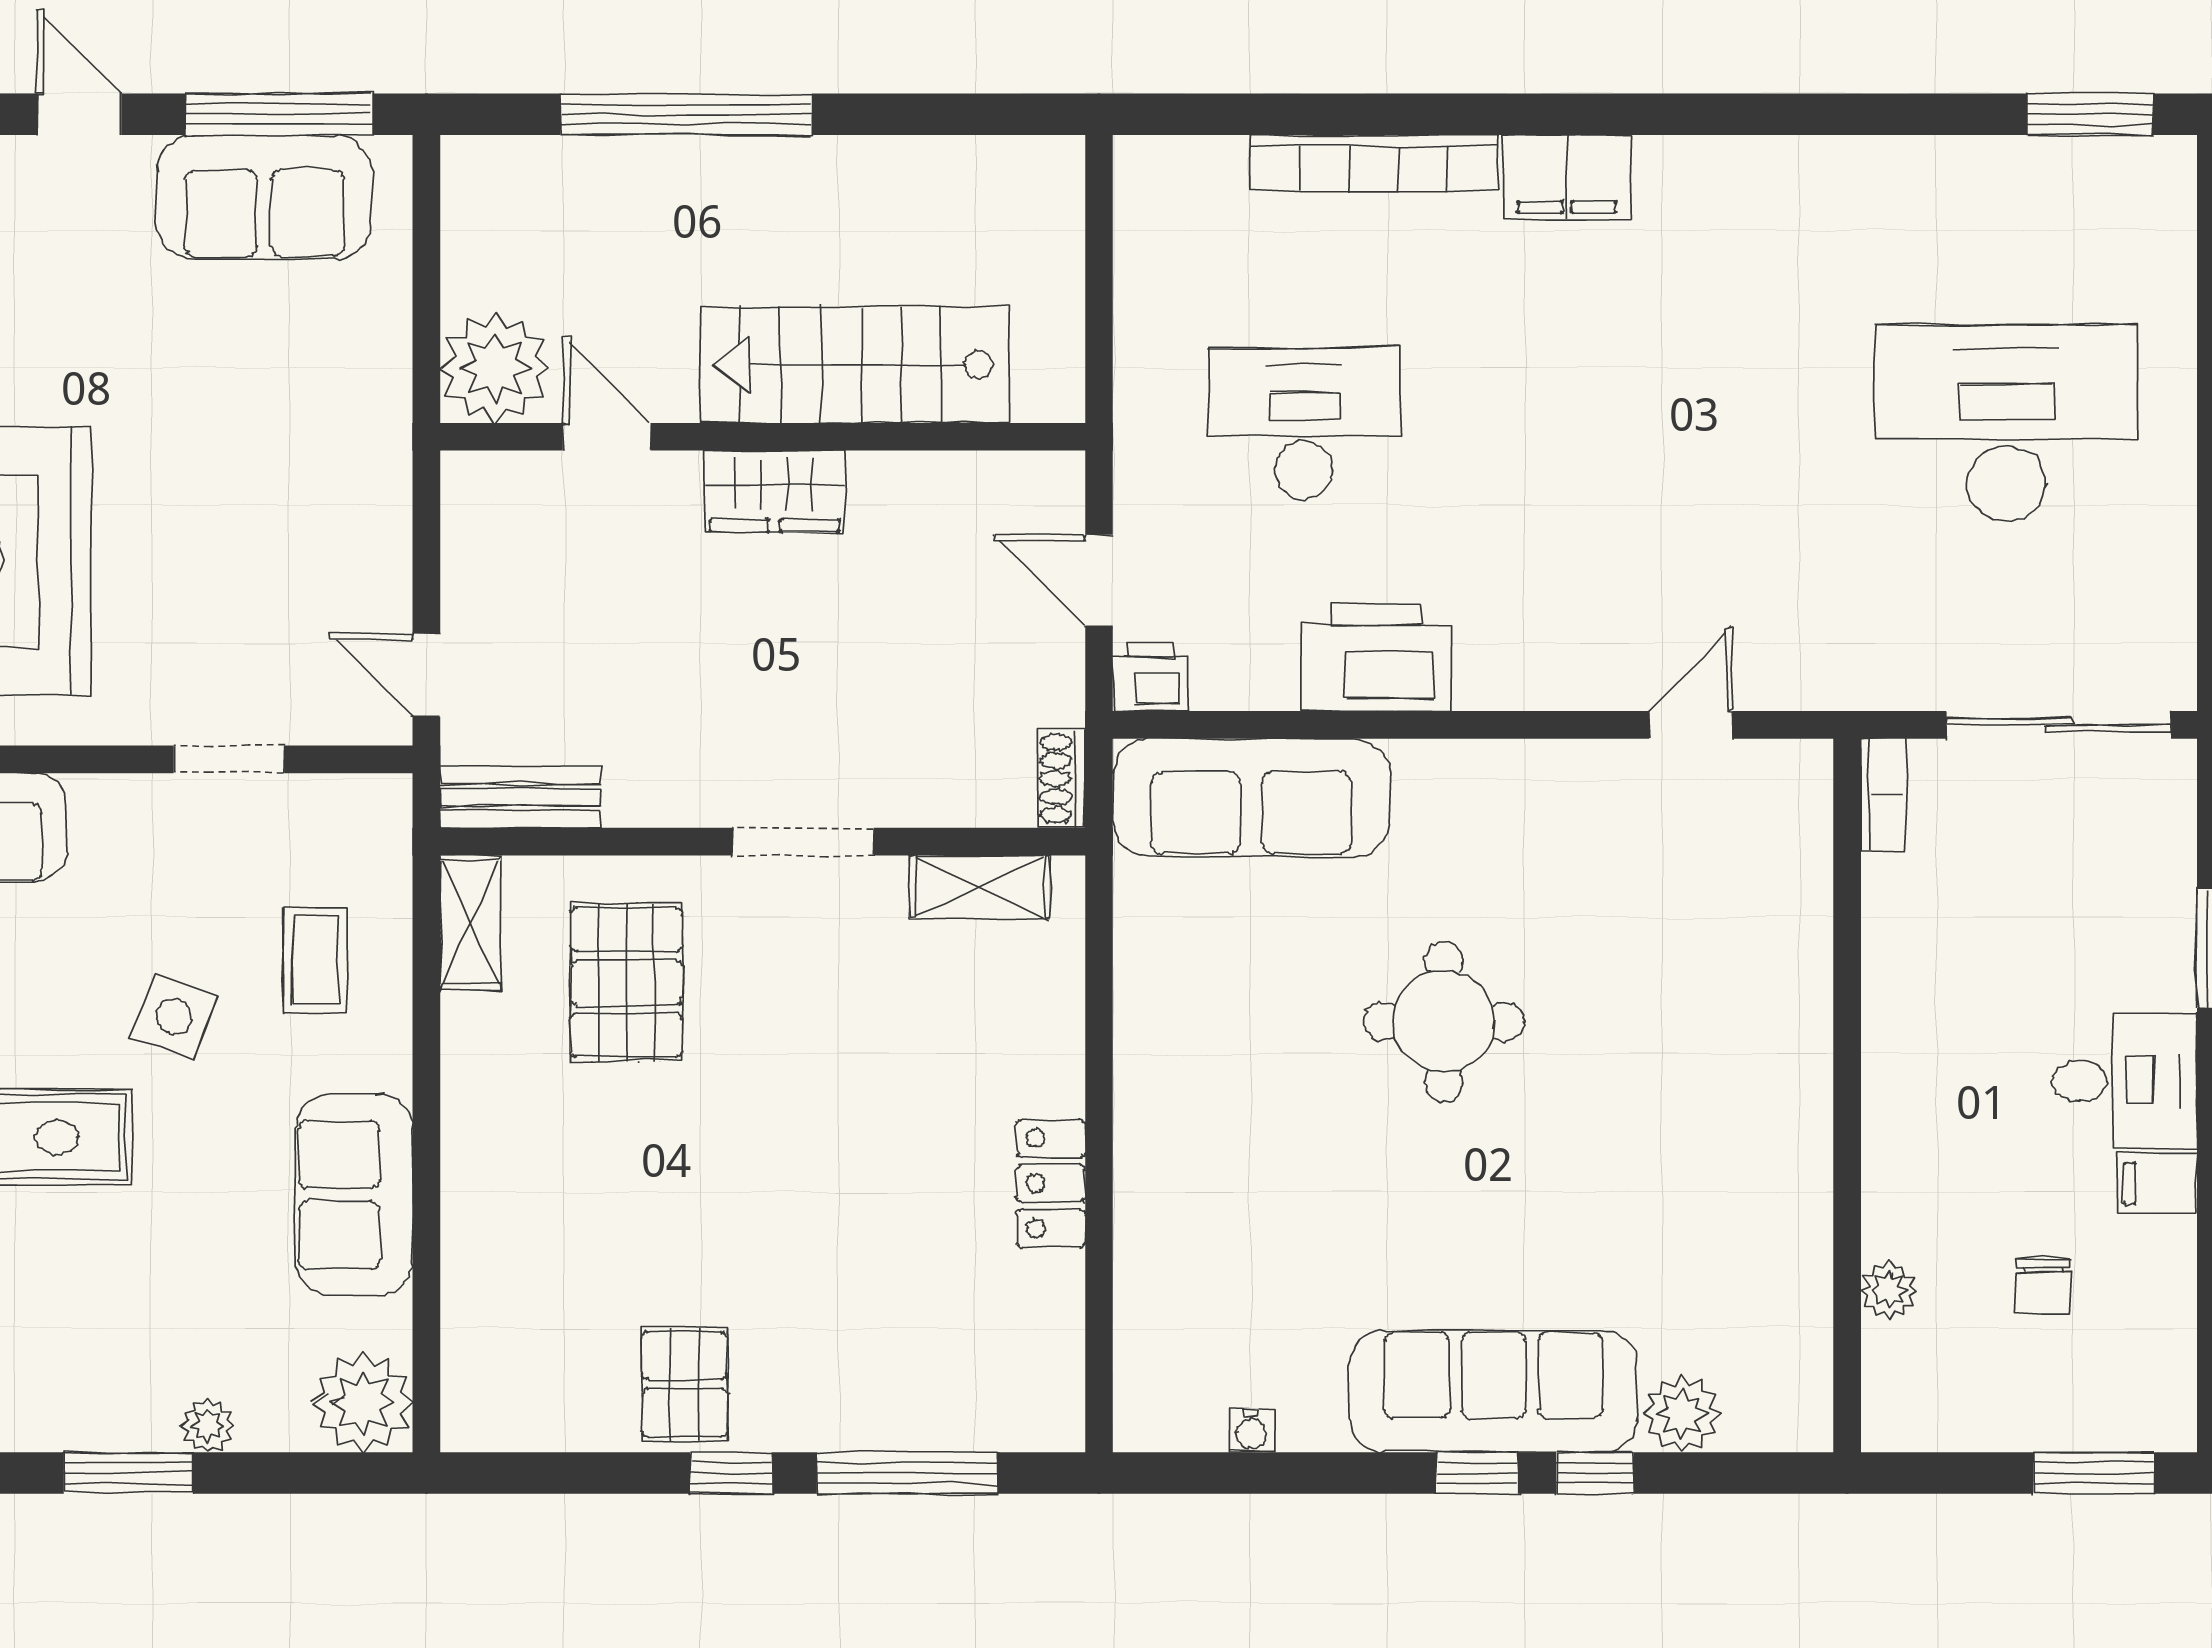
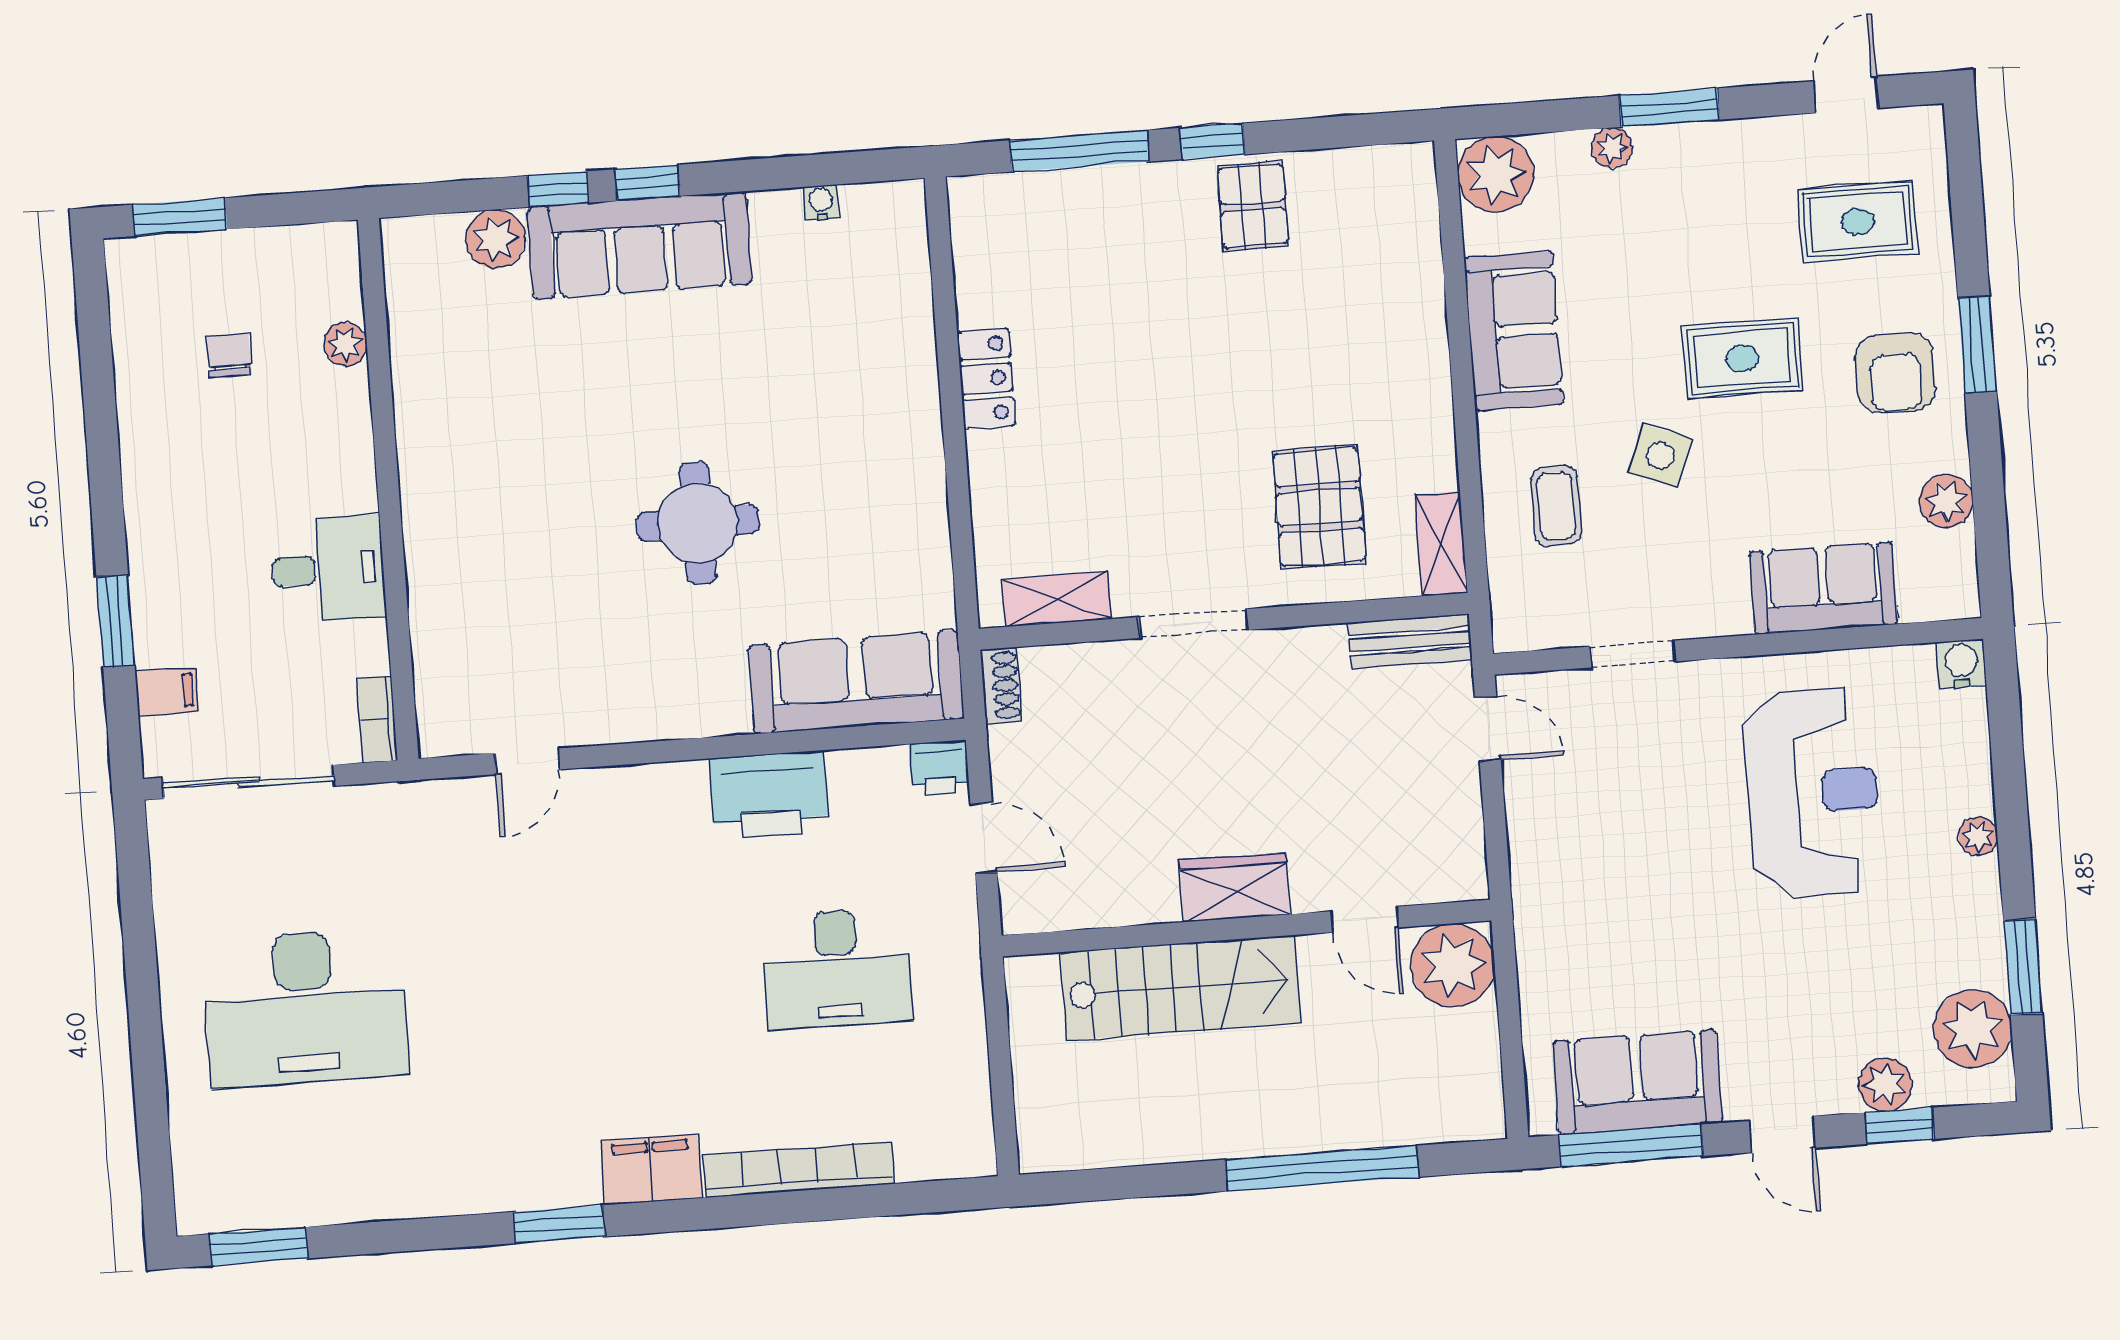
window: (1694, 114) -> (559, 1224), added
desk: (2124, 1081) -> (328, 569), moved, turned 180
filing cabinet: (2157, 1183) -> (167, 692), moved

